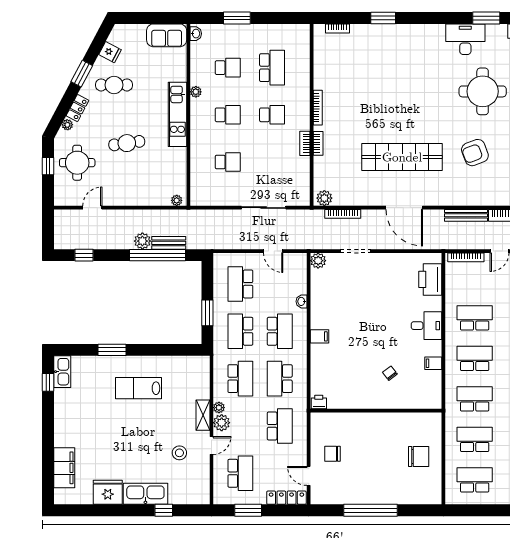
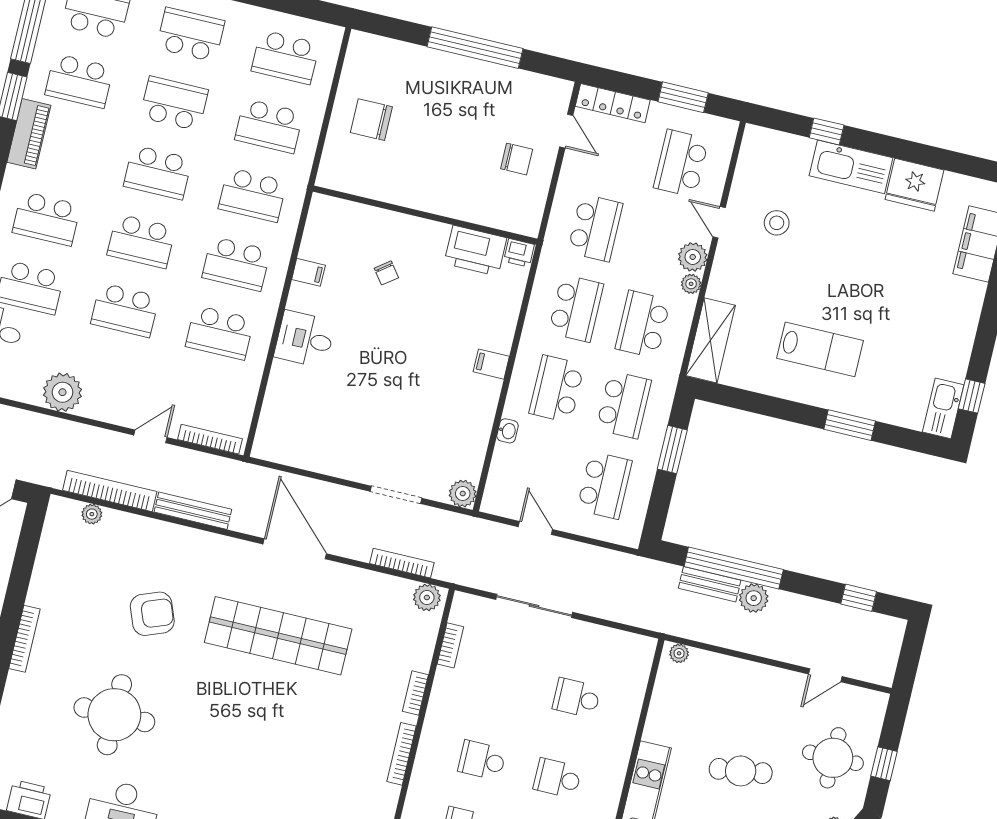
bookcase: (305, 143) -> (450, 645), moved
printer: (430, 279) -> (475, 251), moved, turned 90
shelving: (203, 415) -> (711, 340), moved, width x1.50, depth x1.33
school desk: (280, 426) -> (595, 228), turned 180
door: (211, 445) -> (719, 222), hinge flipped

